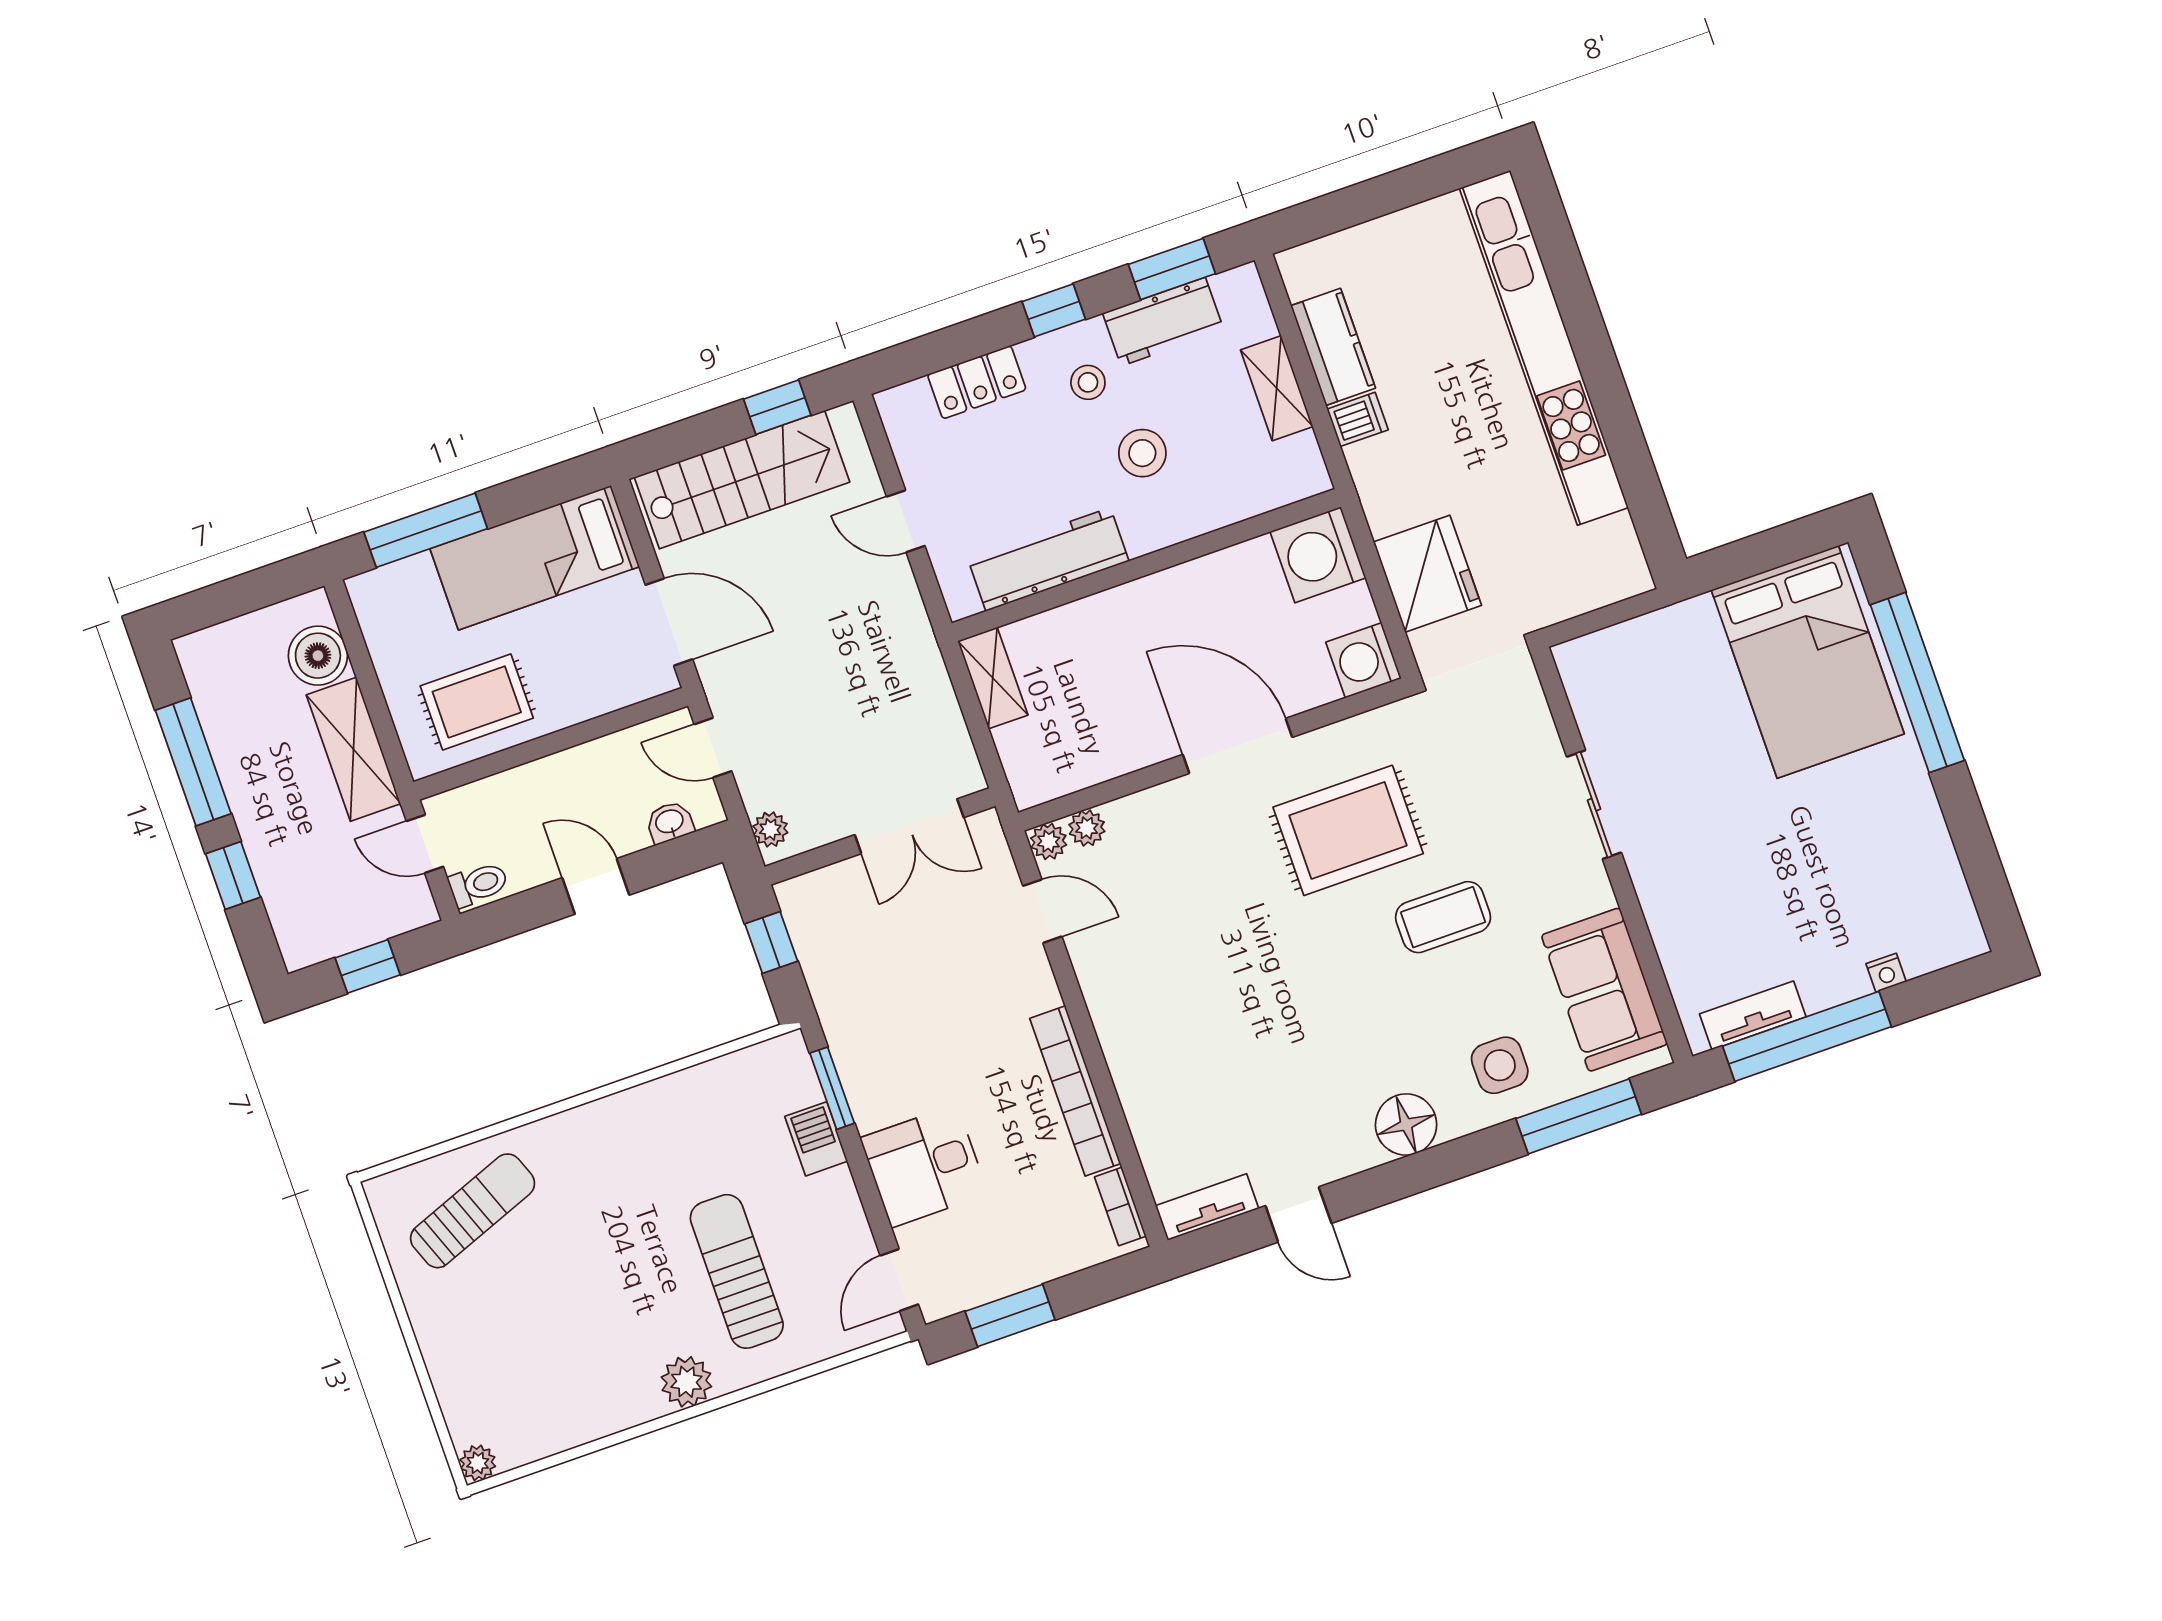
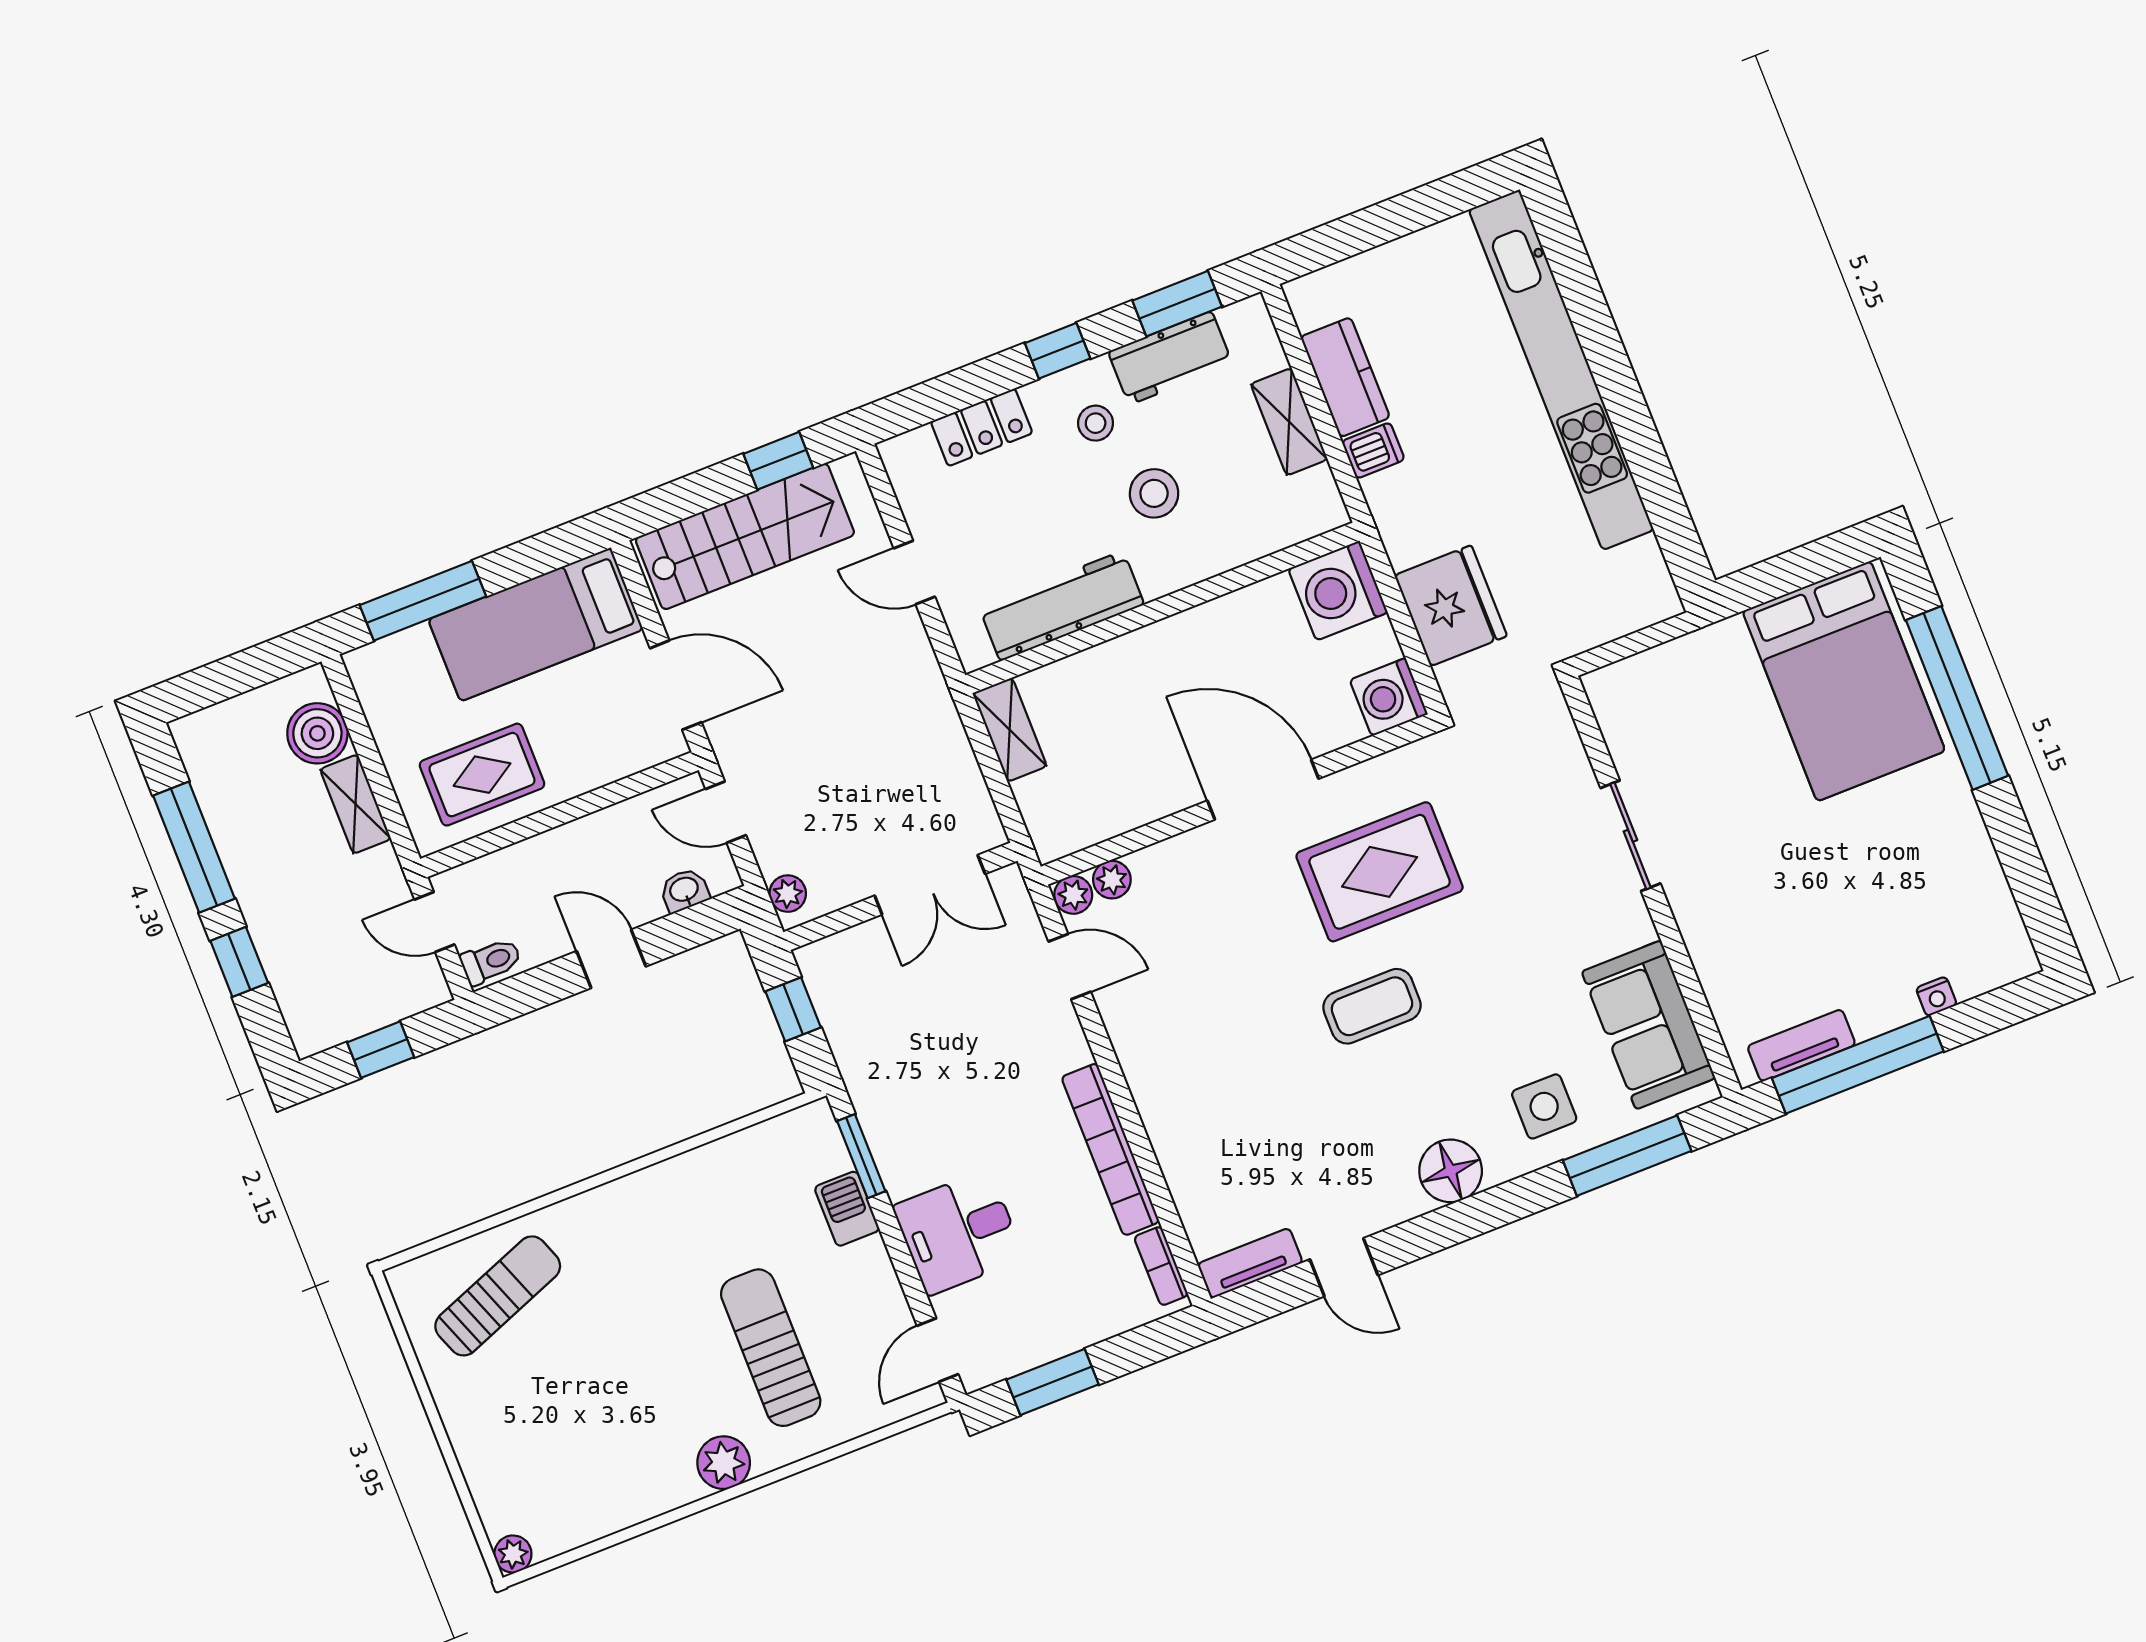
shelving: (354, 749) -> (356, 804), width x0.67, depth x0.75
coffee table: (1443, 917) -> (1372, 1006), moved

